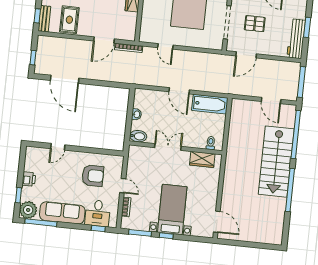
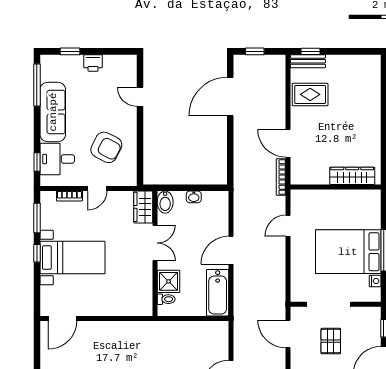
shower: (198, 140) -> (169, 281), added
wardrobe: (202, 159) -> (143, 207), moved
armchair: (93, 176) -> (106, 147), turned -63
plant: (28, 210) -> (52, 66), removed

